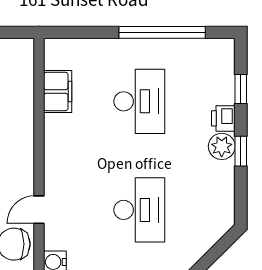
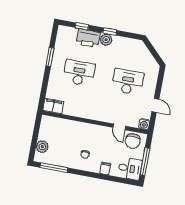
window: (162, 32) -> (50, 57), width x0.47
filing cabinet: (58, 91) -> (53, 106), moved
printer: (223, 118) -> (88, 38), width x1.87, depth x1.48

